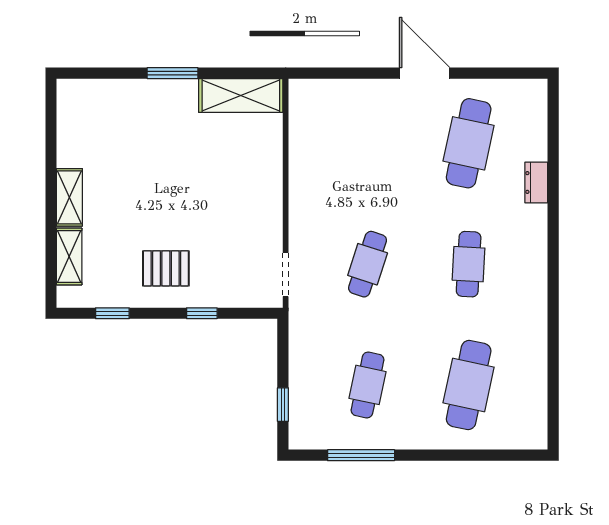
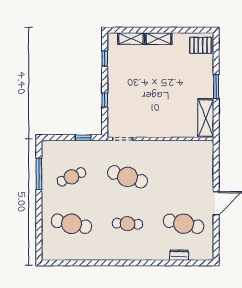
dresser: (536, 183) -> (179, 255), moved
cafe table: (368, 264) -> (127, 177), width x1.37, depth x1.35
pallet: (166, 268) -> (201, 45), moved, turned 90
cafe table: (368, 385) -> (71, 177), turned -36
window: (283, 405) -> (83, 138), moved

